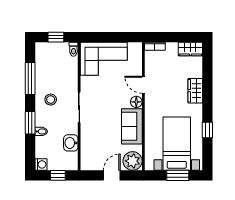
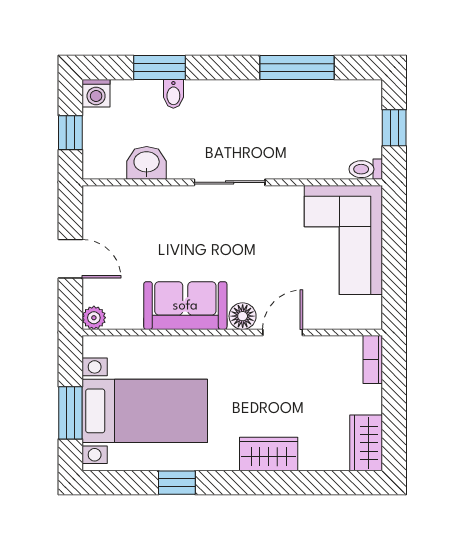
stool: (51, 100) -> (248, 116), removed
window: (30, 123) -> (160, 67), moved
plant: (133, 161) -> (94, 318), width x0.53, depth x0.53

